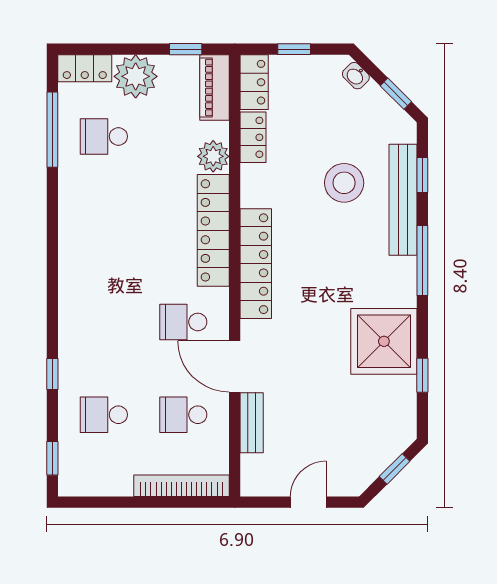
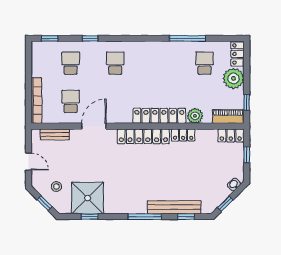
window: (52, 130) -> (187, 38), moved
locker: (253, 137) -> (183, 135), moved
stool: (344, 183) -> (56, 187), moved, width x0.53, depth x0.53
school desk: (183, 322) -> (115, 63), moved
shower: (384, 341) -> (88, 198), moved
bench: (252, 423) -> (55, 134), moved

